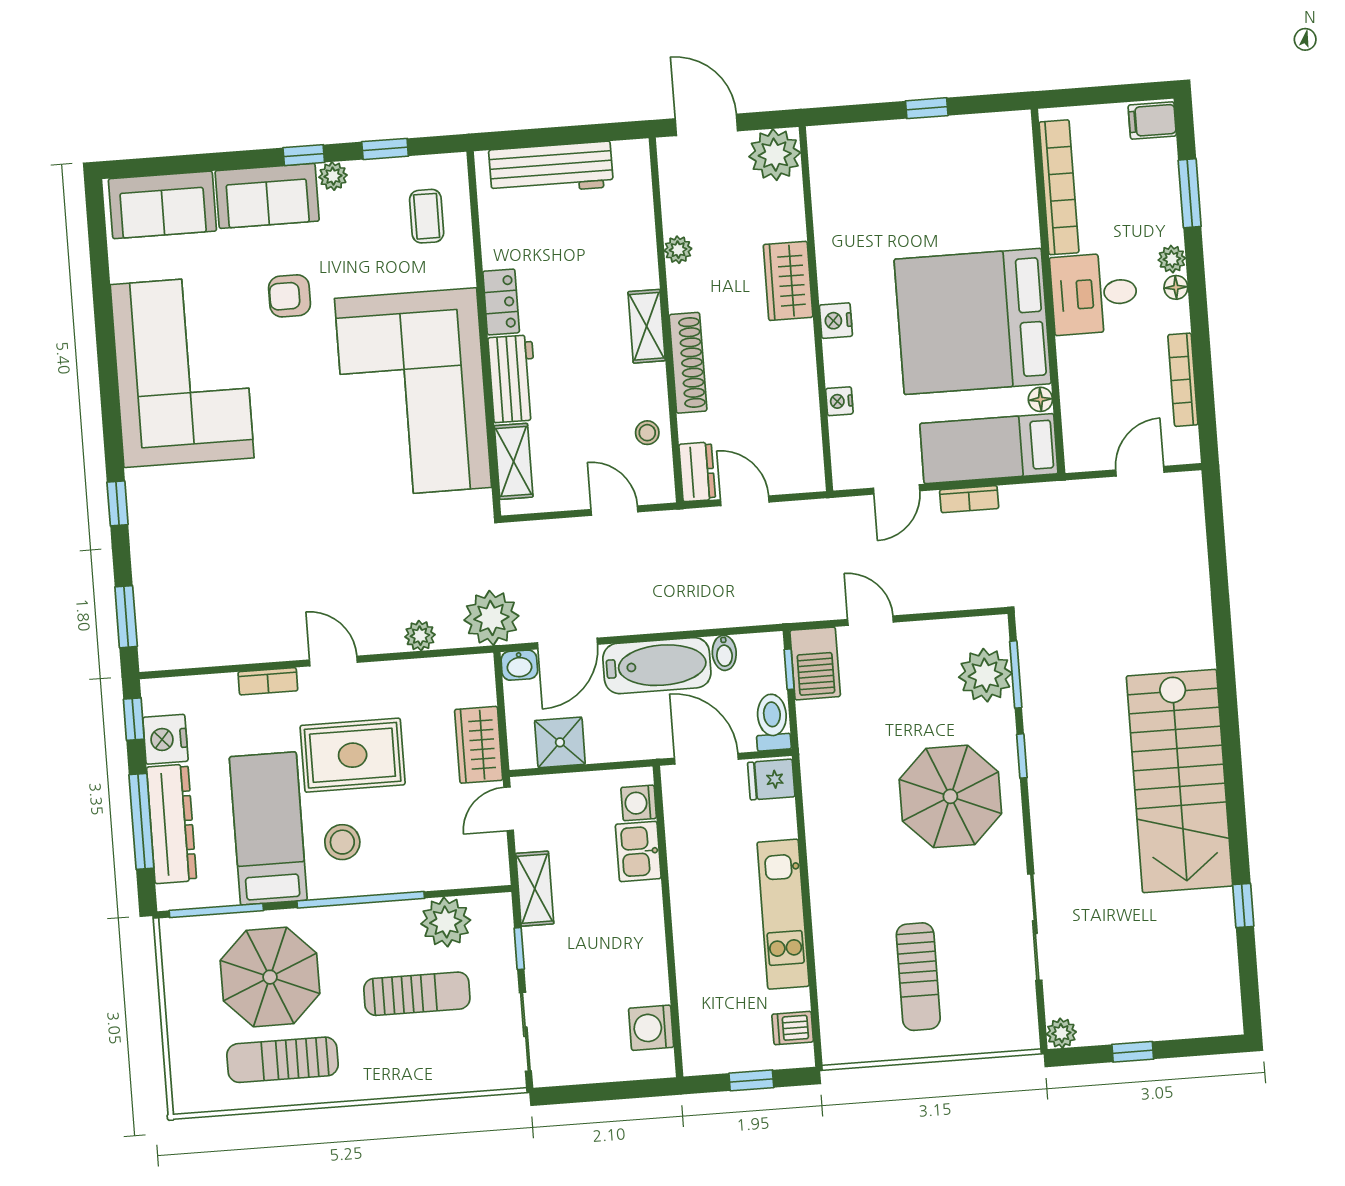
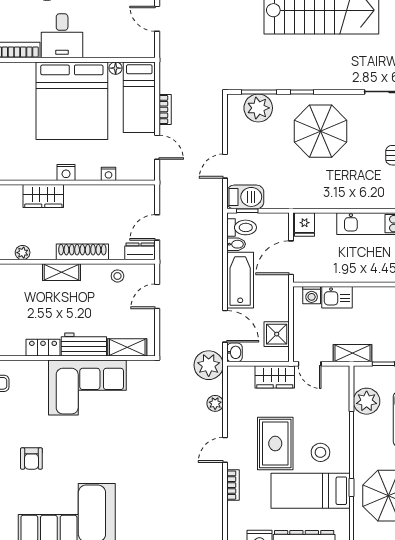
corner sofa: (413, 393) -> (87, 388), width x0.73, depth x0.74
toilet: (772, 722) -> (242, 227), moved, turned 180

